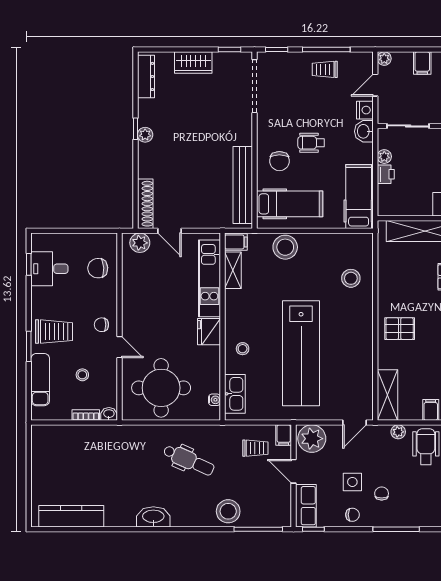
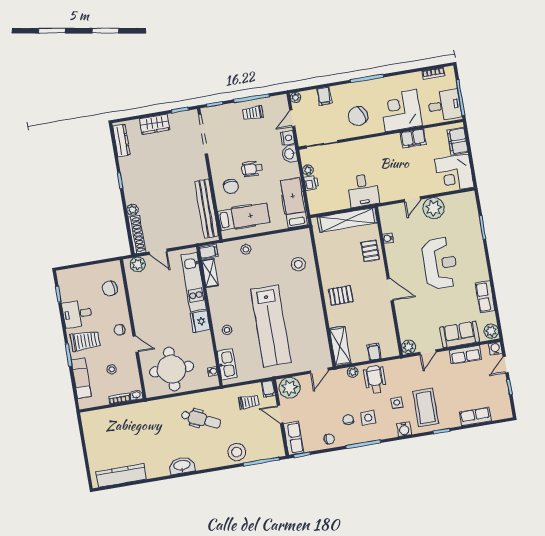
plant: (145, 135) -> (132, 210), moved
stool: (285, 247) -> (246, 249), width x0.53, depth x0.53
desk: (49, 269) -> (77, 314), moved
side table: (352, 482) -> (368, 418), moved

